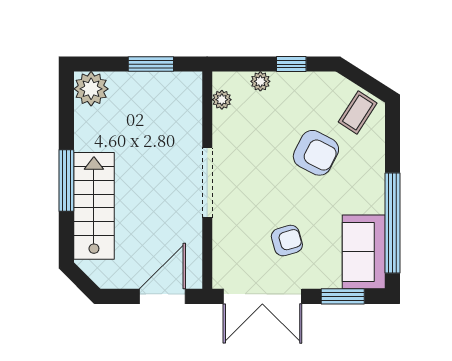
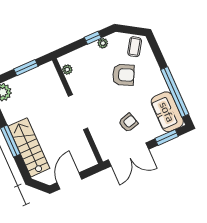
plant: (260, 81) -> (103, 43), moved
door: (162, 296) -> (69, 181), moved

